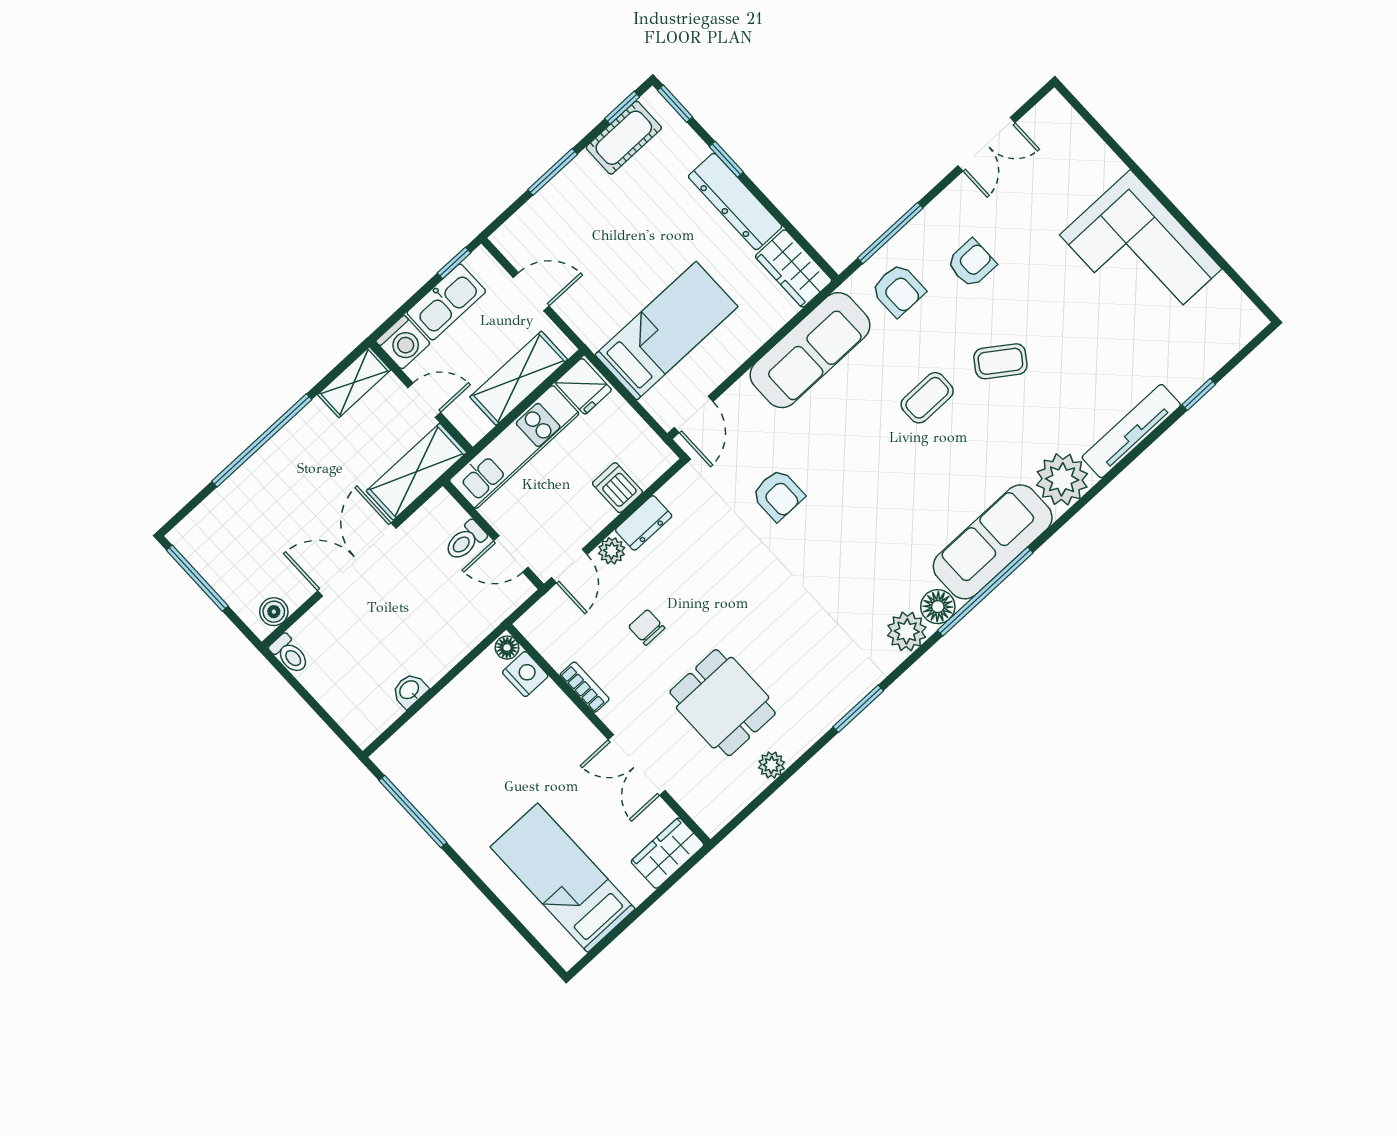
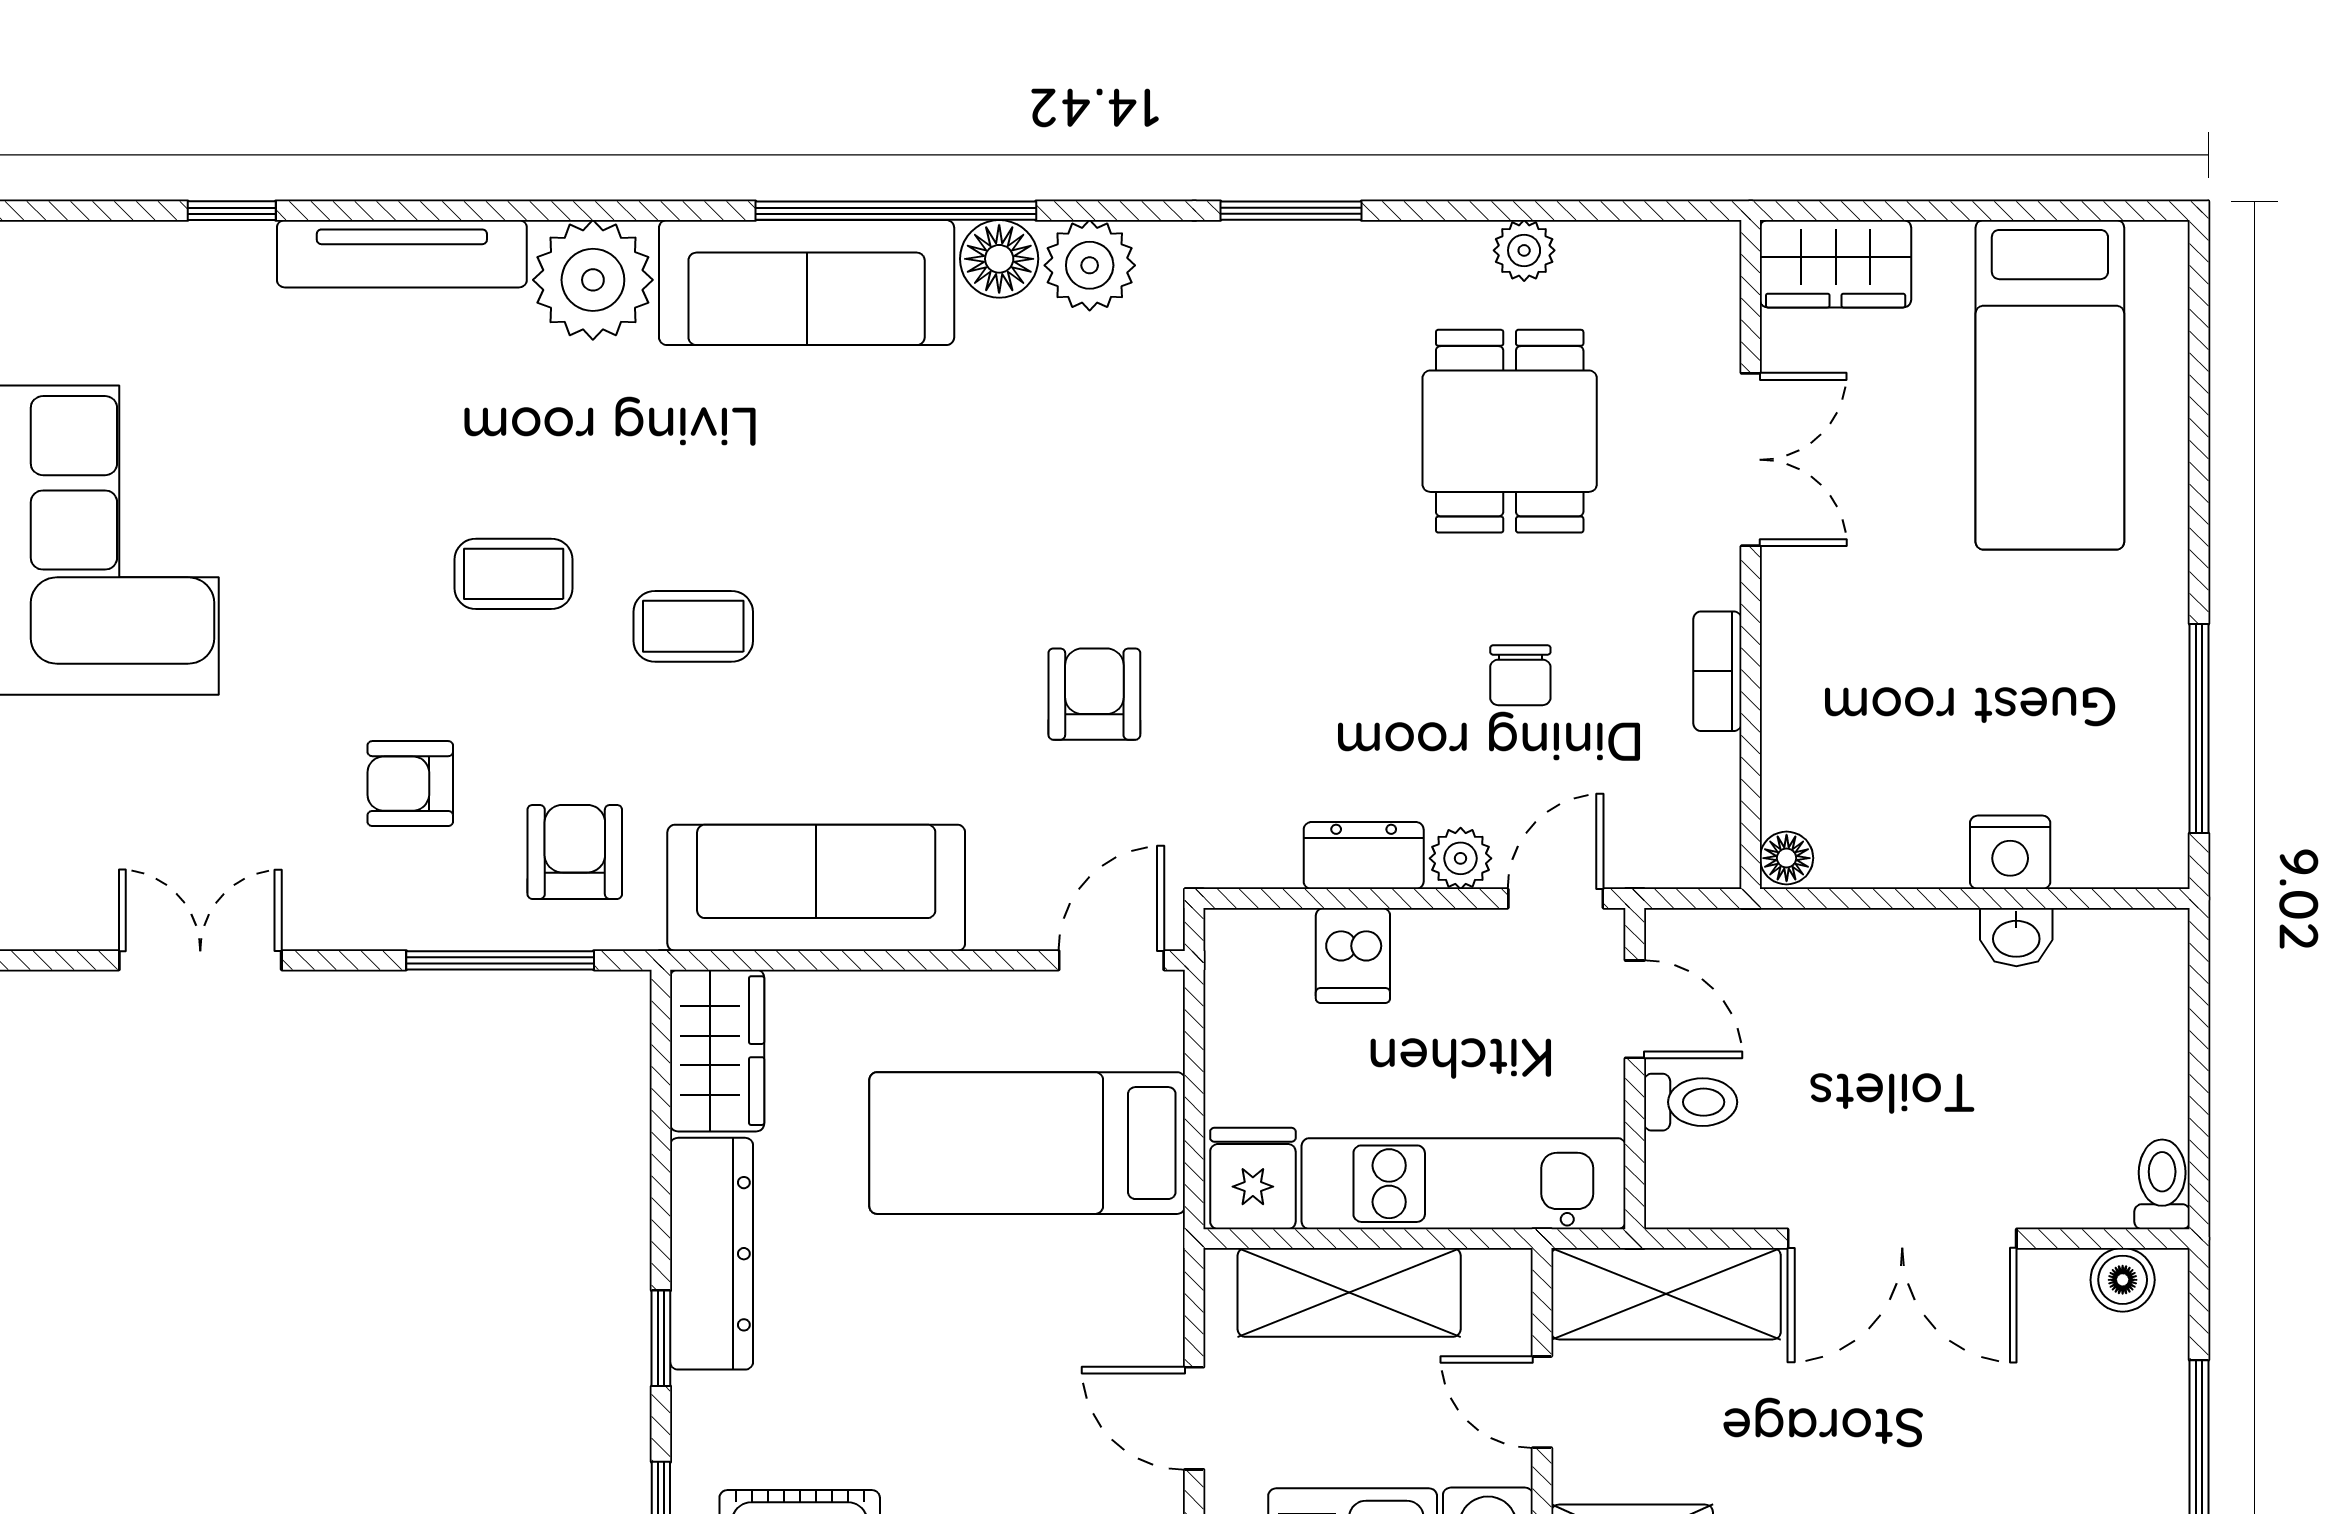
coffee table: (1000, 361) -> (514, 574), turned -35
nightstand: (525, 674) -> (2010, 852), moved, turned -90

